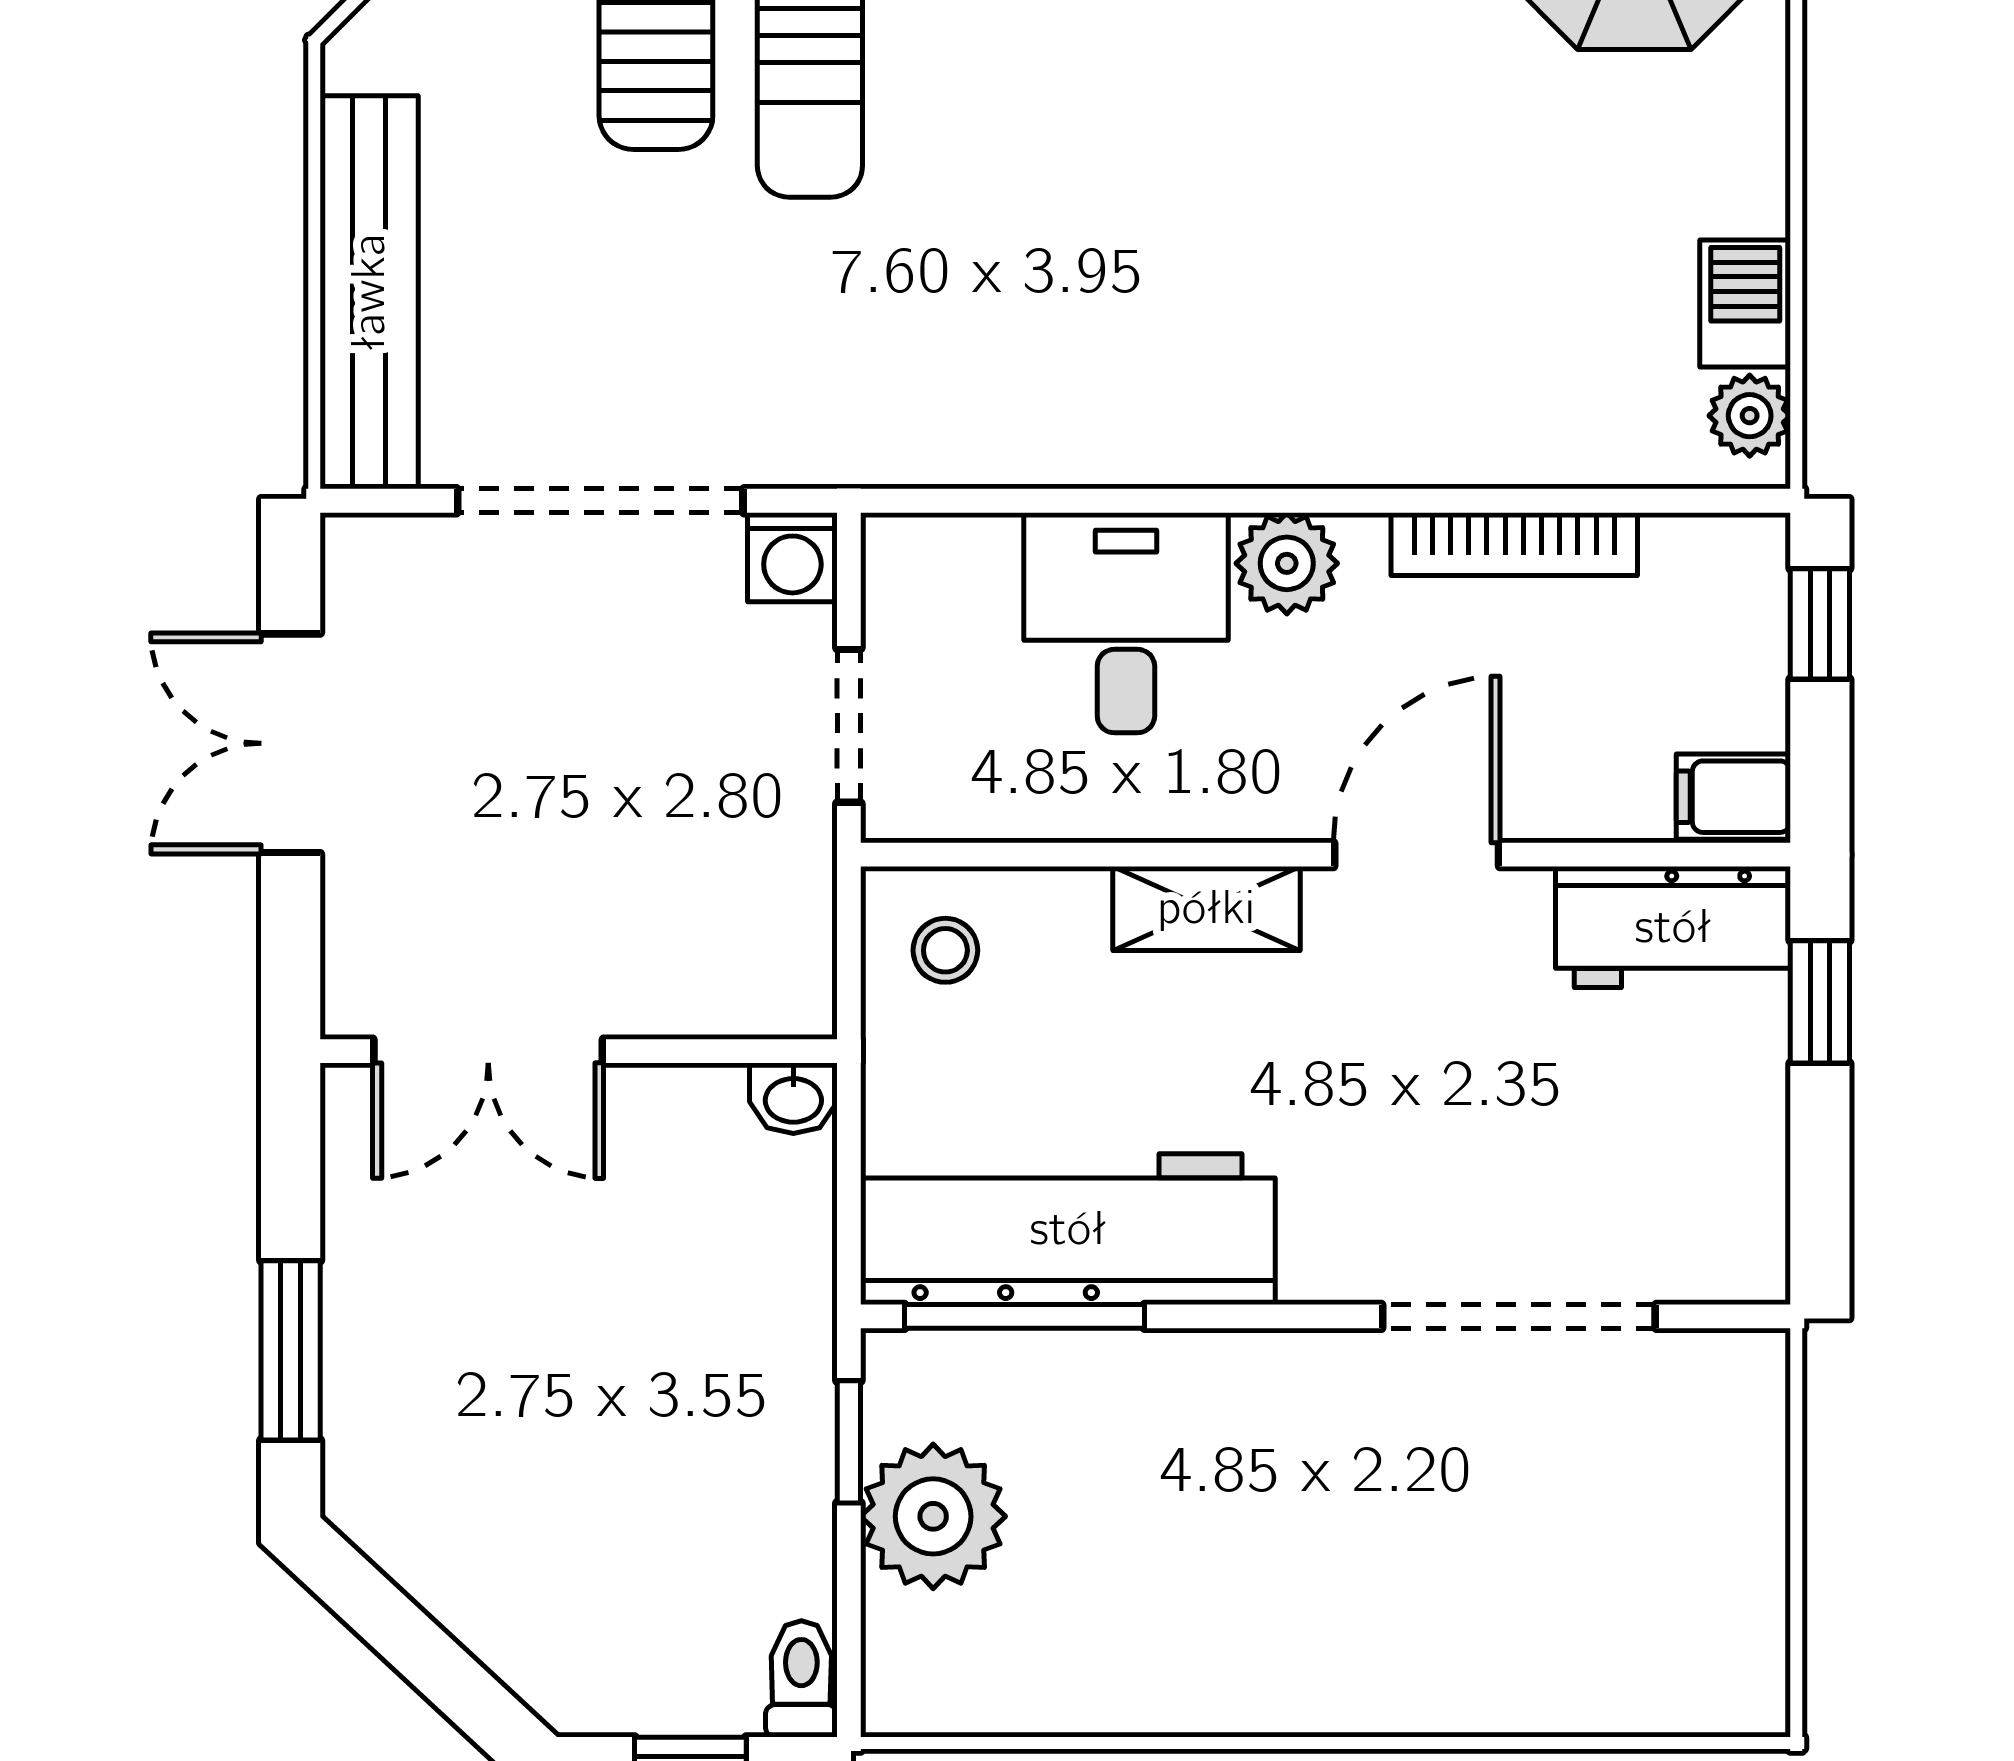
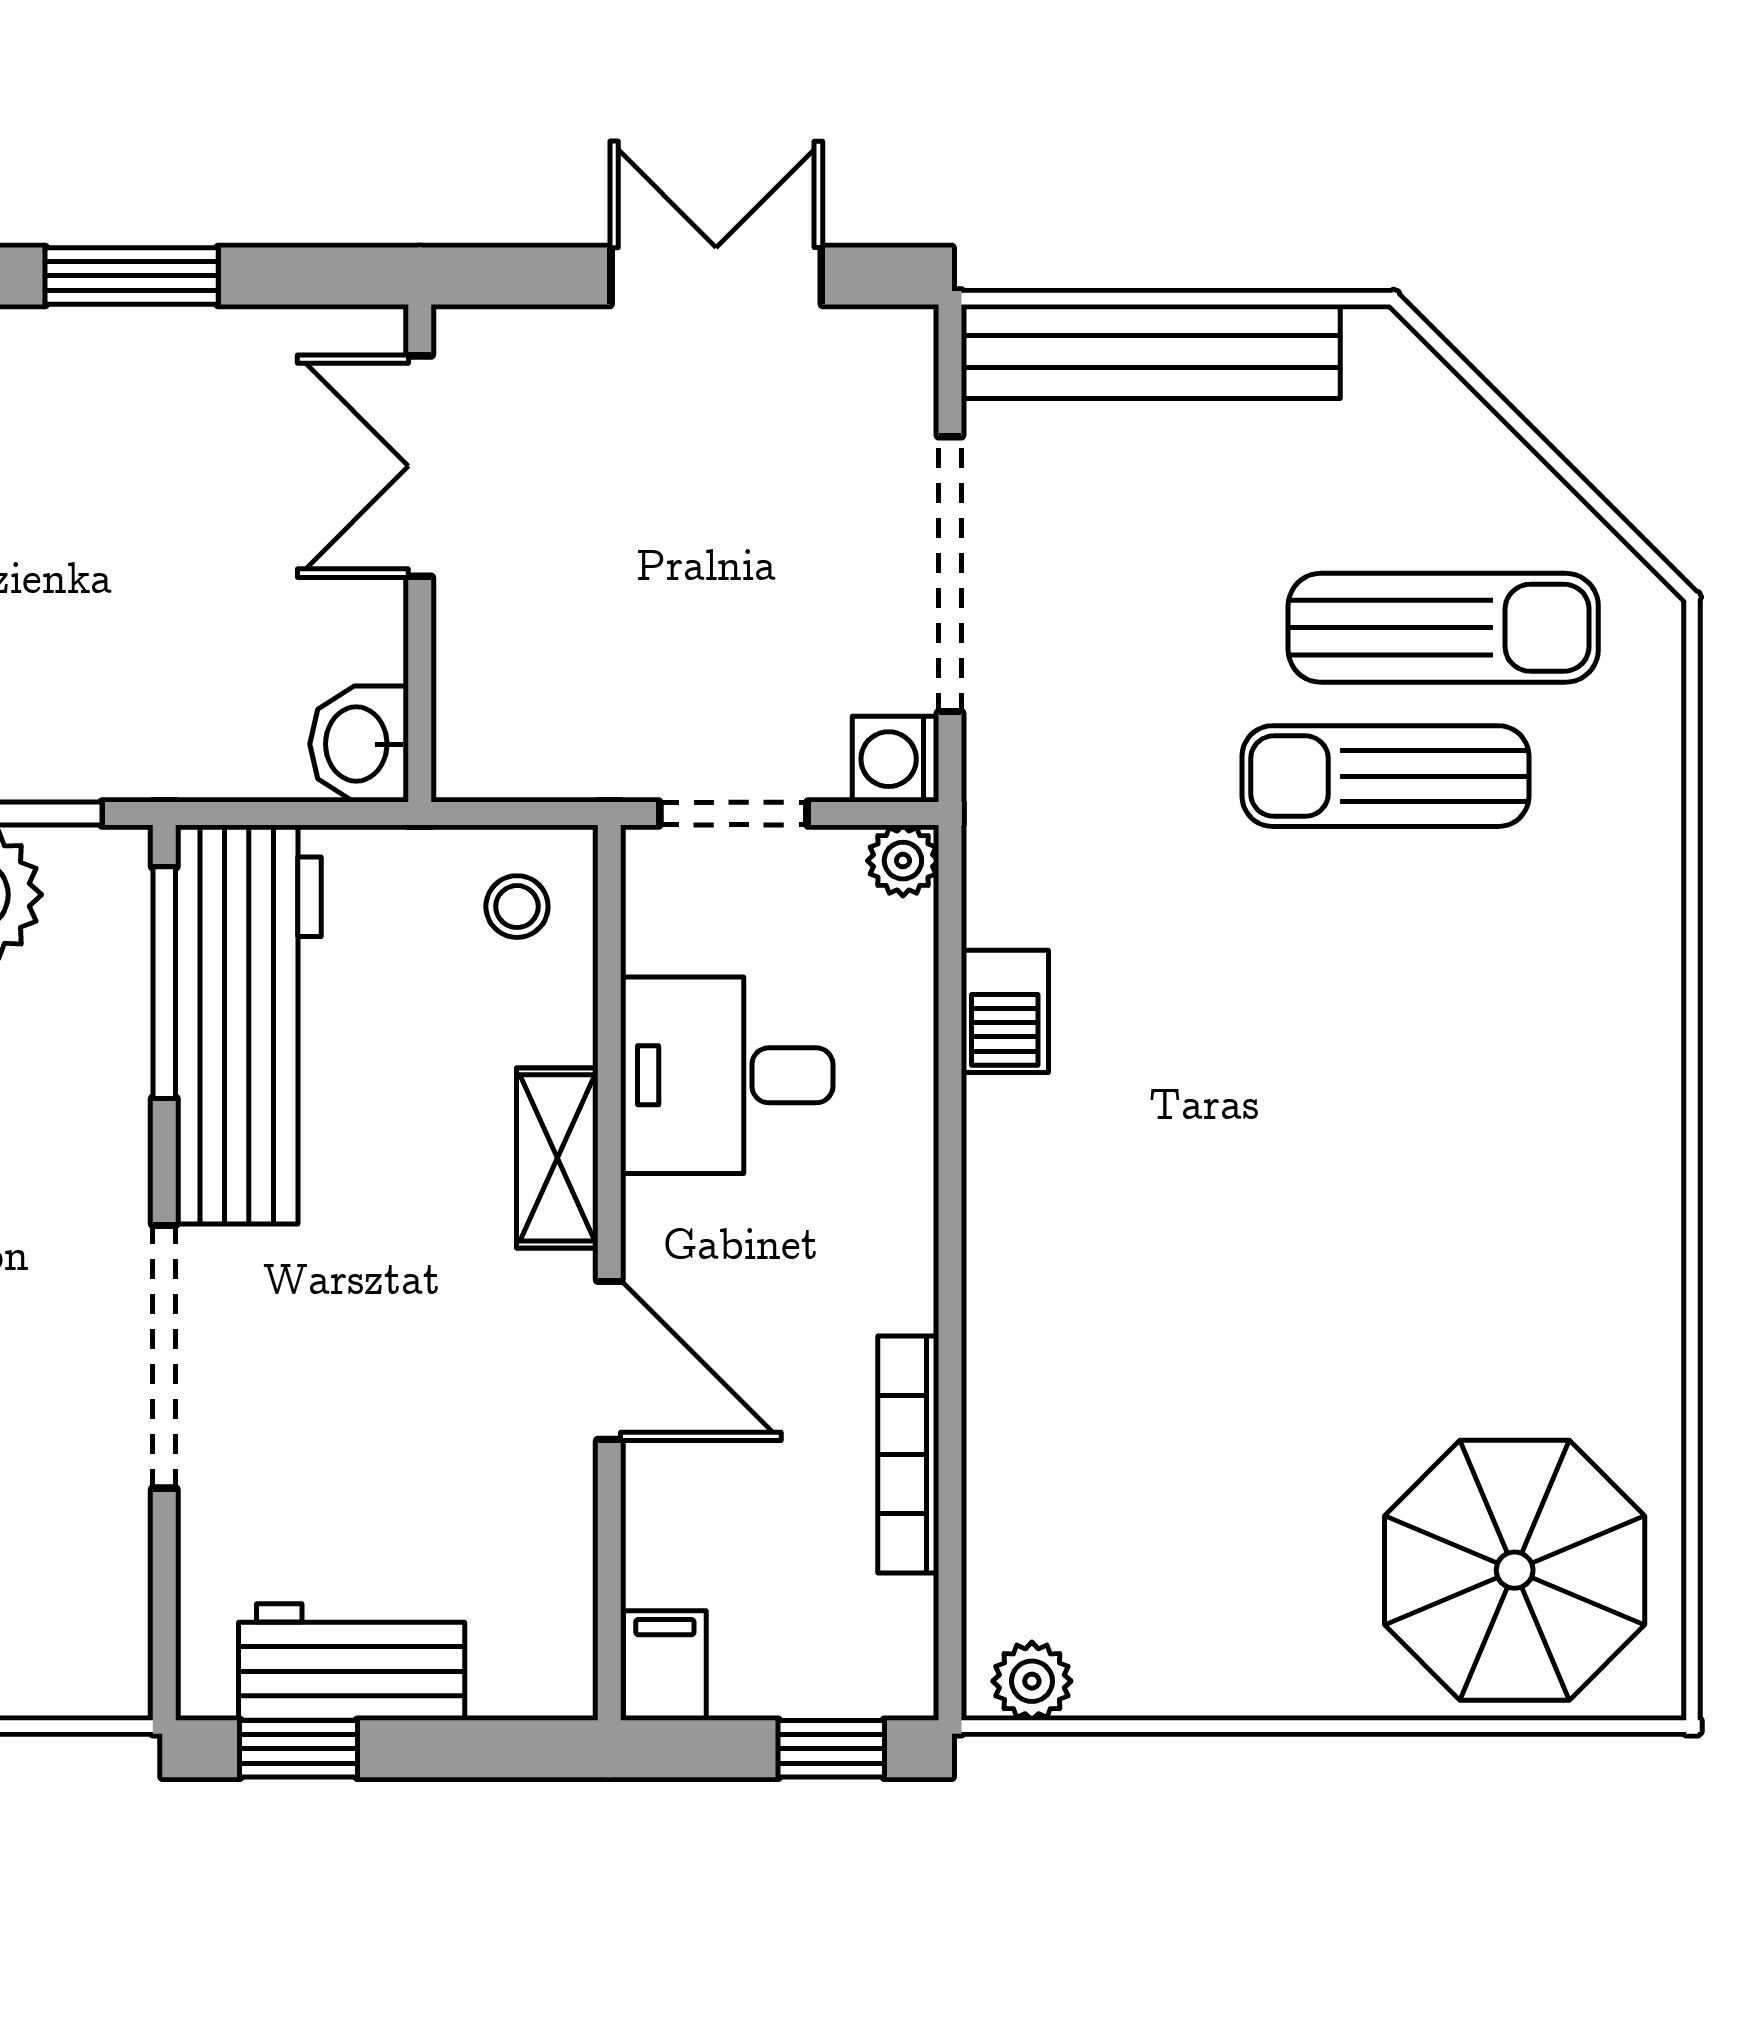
barbecue: (1745, 303) -> (1005, 1011), moved, turned 90
plant: (1287, 563) -> (903, 861), moved, width x0.73, depth x0.73
desk: (1126, 623) -> (727, 1075), moved, turned 180
workbench: (1673, 927) -> (352, 1662), moved, turned 90
window: (1820, 1002) -> (299, 1749), moved
washbasin: (793, 1098) -> (359, 744), width x1.38, depth x1.45
doorway: (1519, 1316) -> (164, 1357), moved

